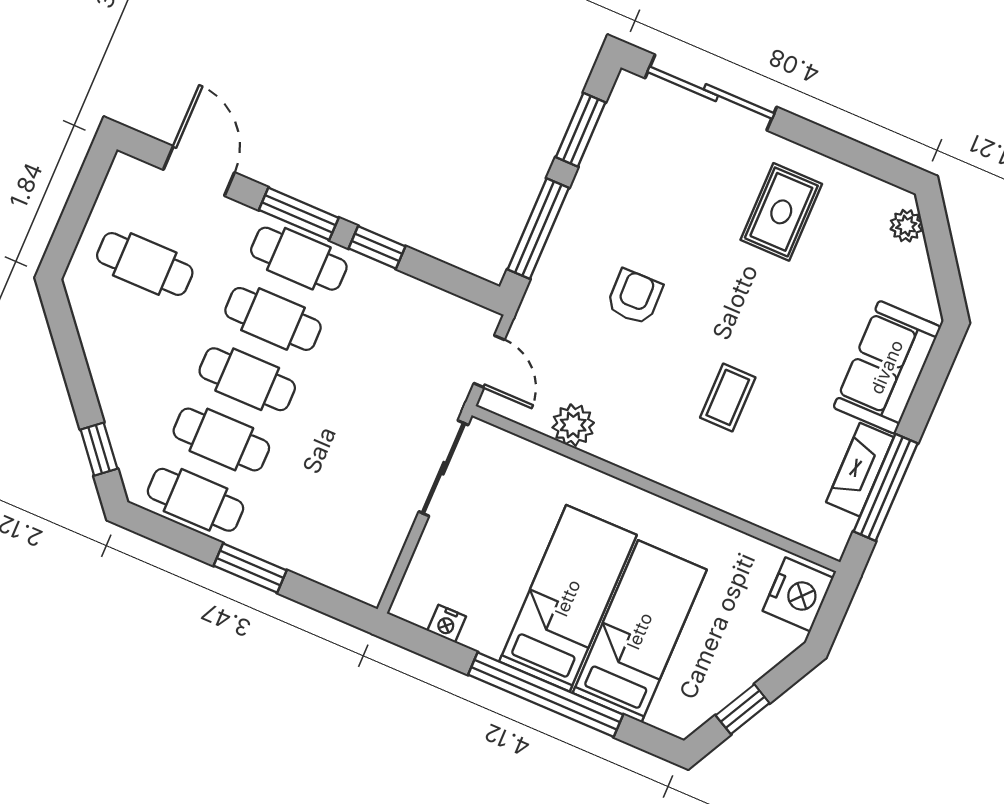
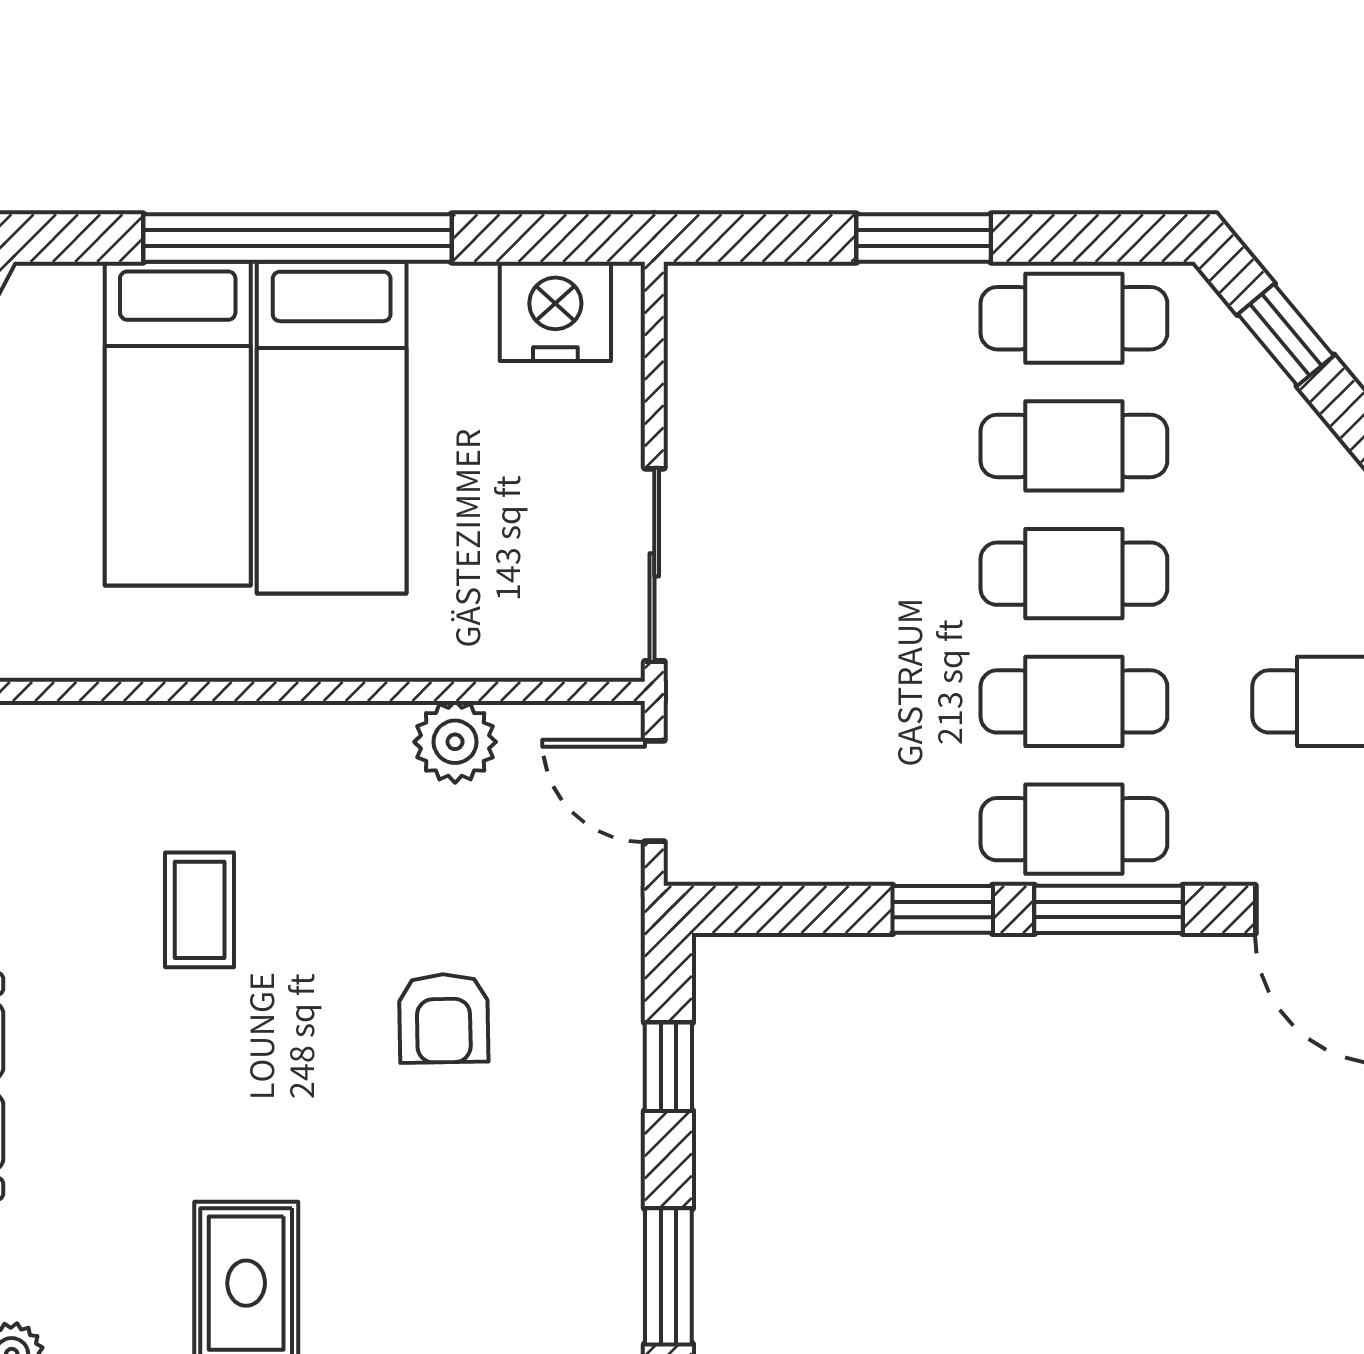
window: (538, 229) -> (668, 1067), width x0.46
nightstand: (447, 624) -> (555, 311), width x1.89, depth x1.79

